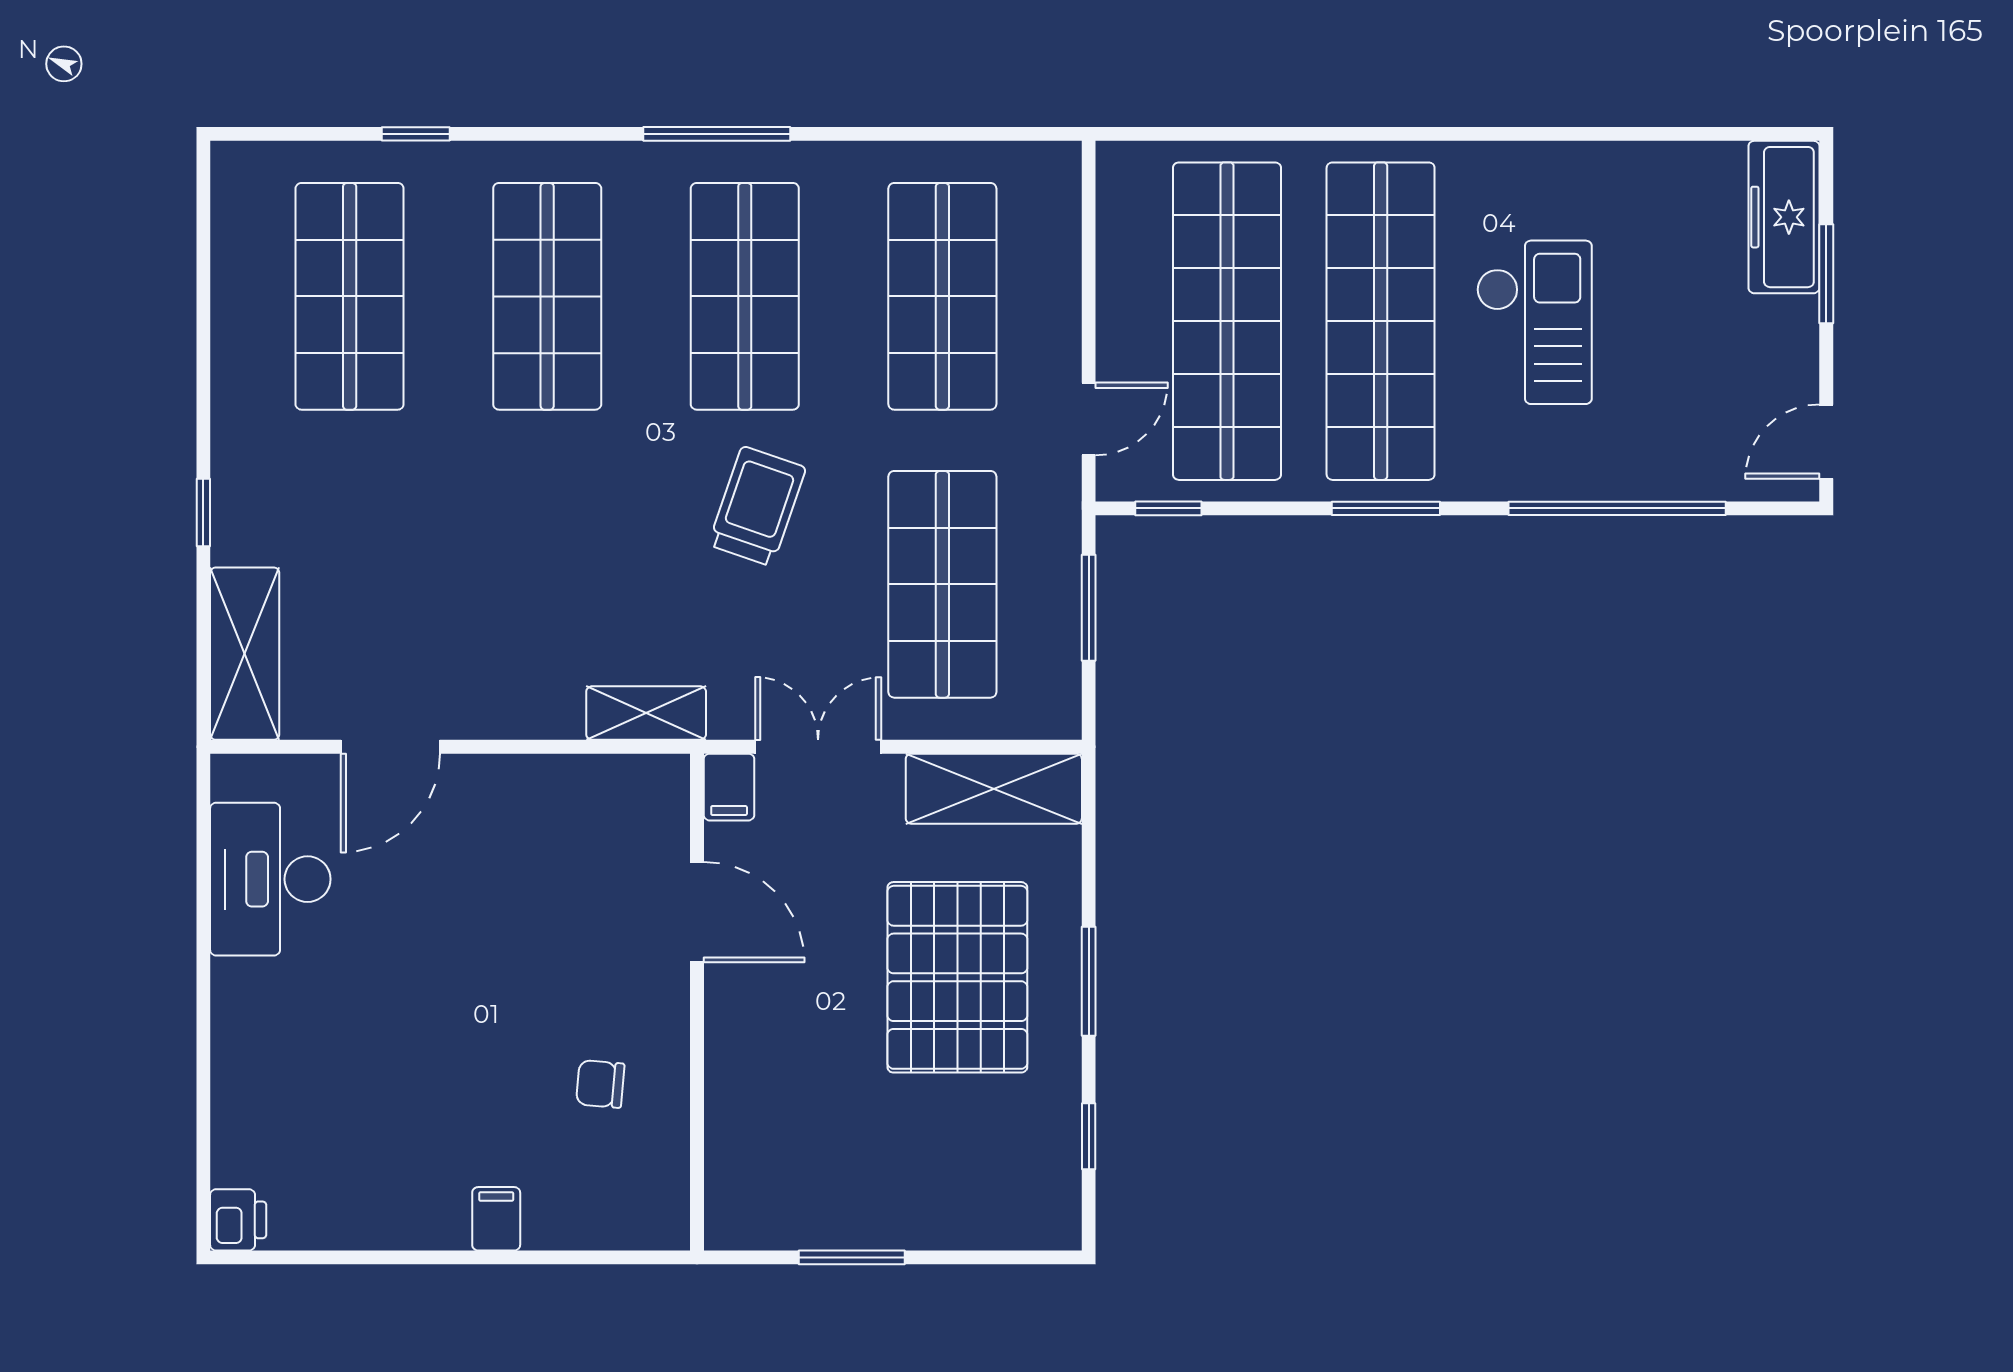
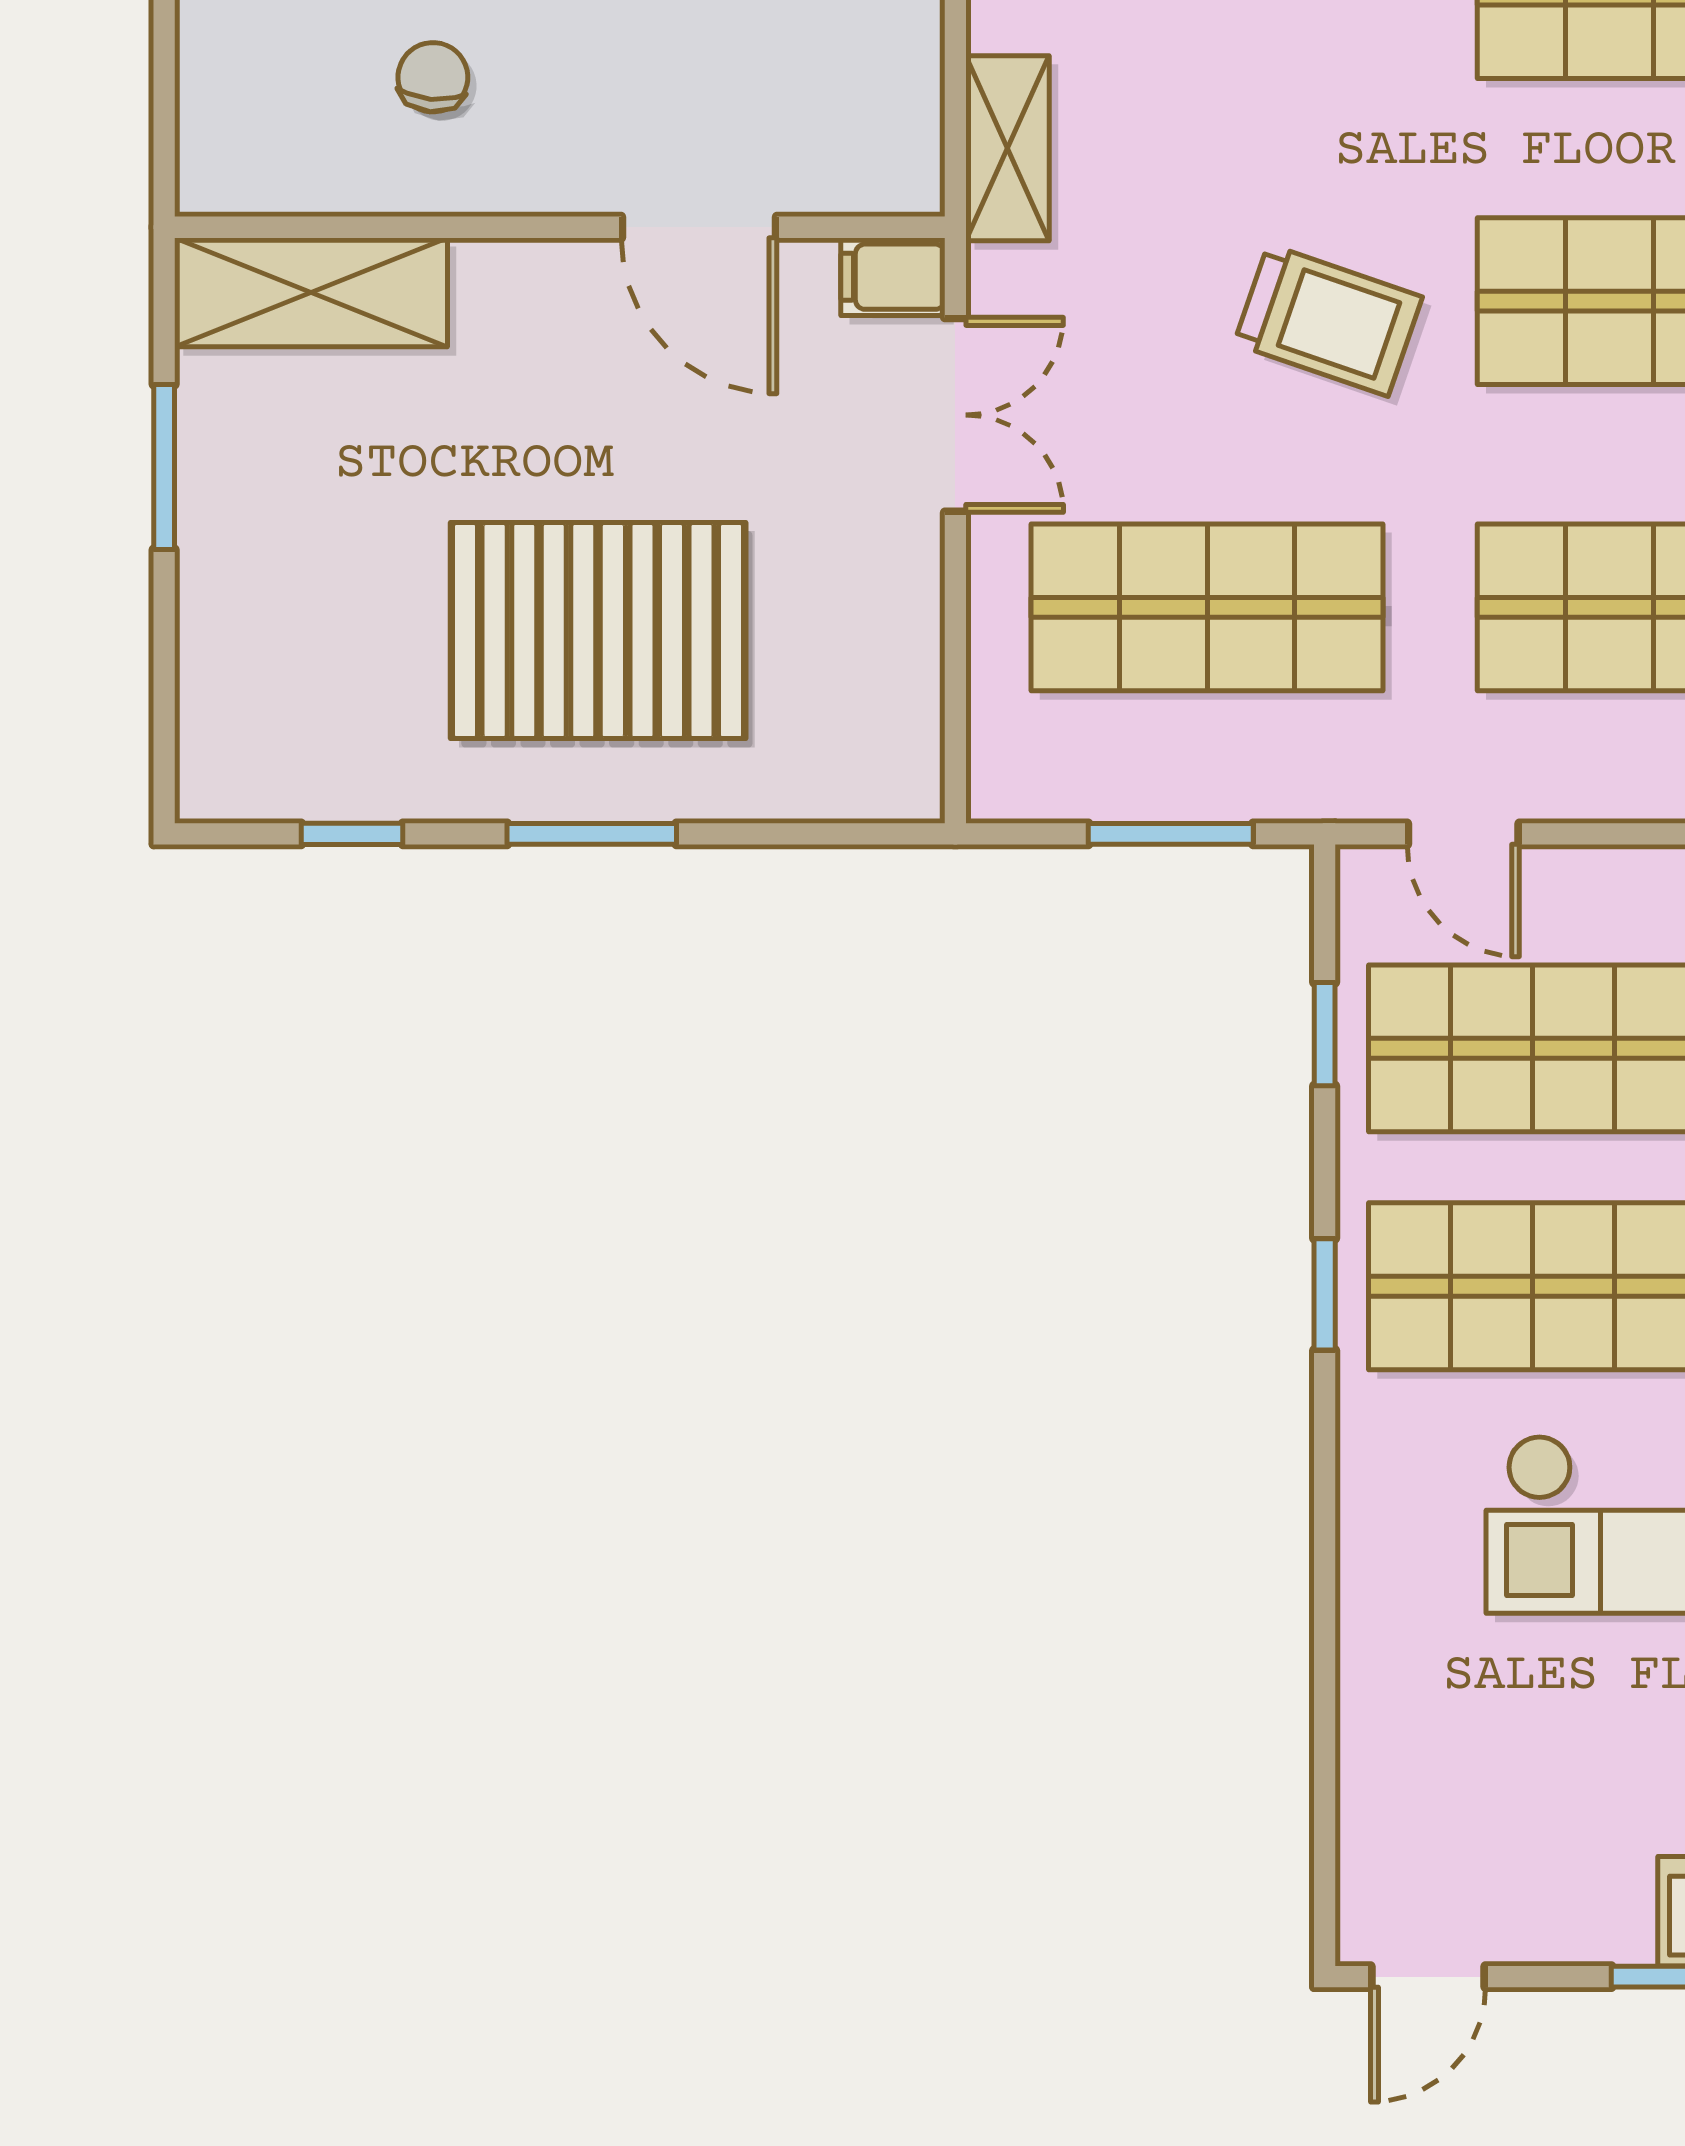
door: (1826, 442) -> (1428, 1977), swing flipped
window: (1168, 508) -> (1325, 1034), moved
window: (1386, 508) -> (1325, 1294), width x0.67
window: (1617, 508) -> (1325, 1653), removed
shelving: (994, 789) -> (311, 292), moved, turned 90
door: (697, 912) -> (699, 227), hinge flipped

